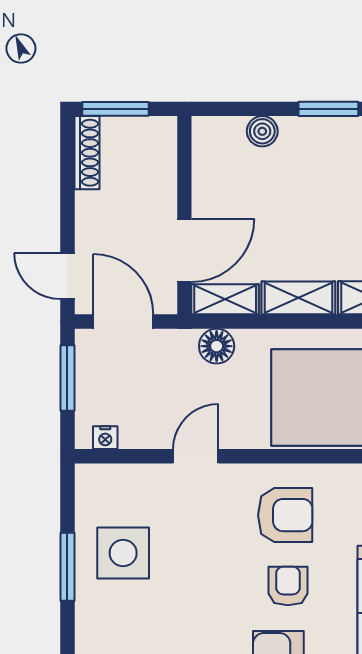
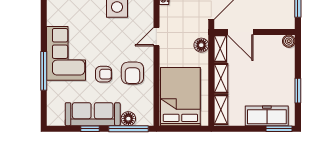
boiler: (262, 131) -> (289, 41), moved
door: (196, 456) -> (156, 37), swing flipped

